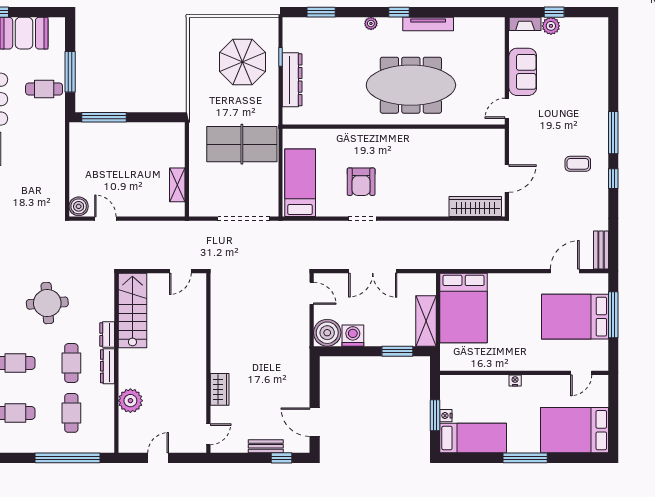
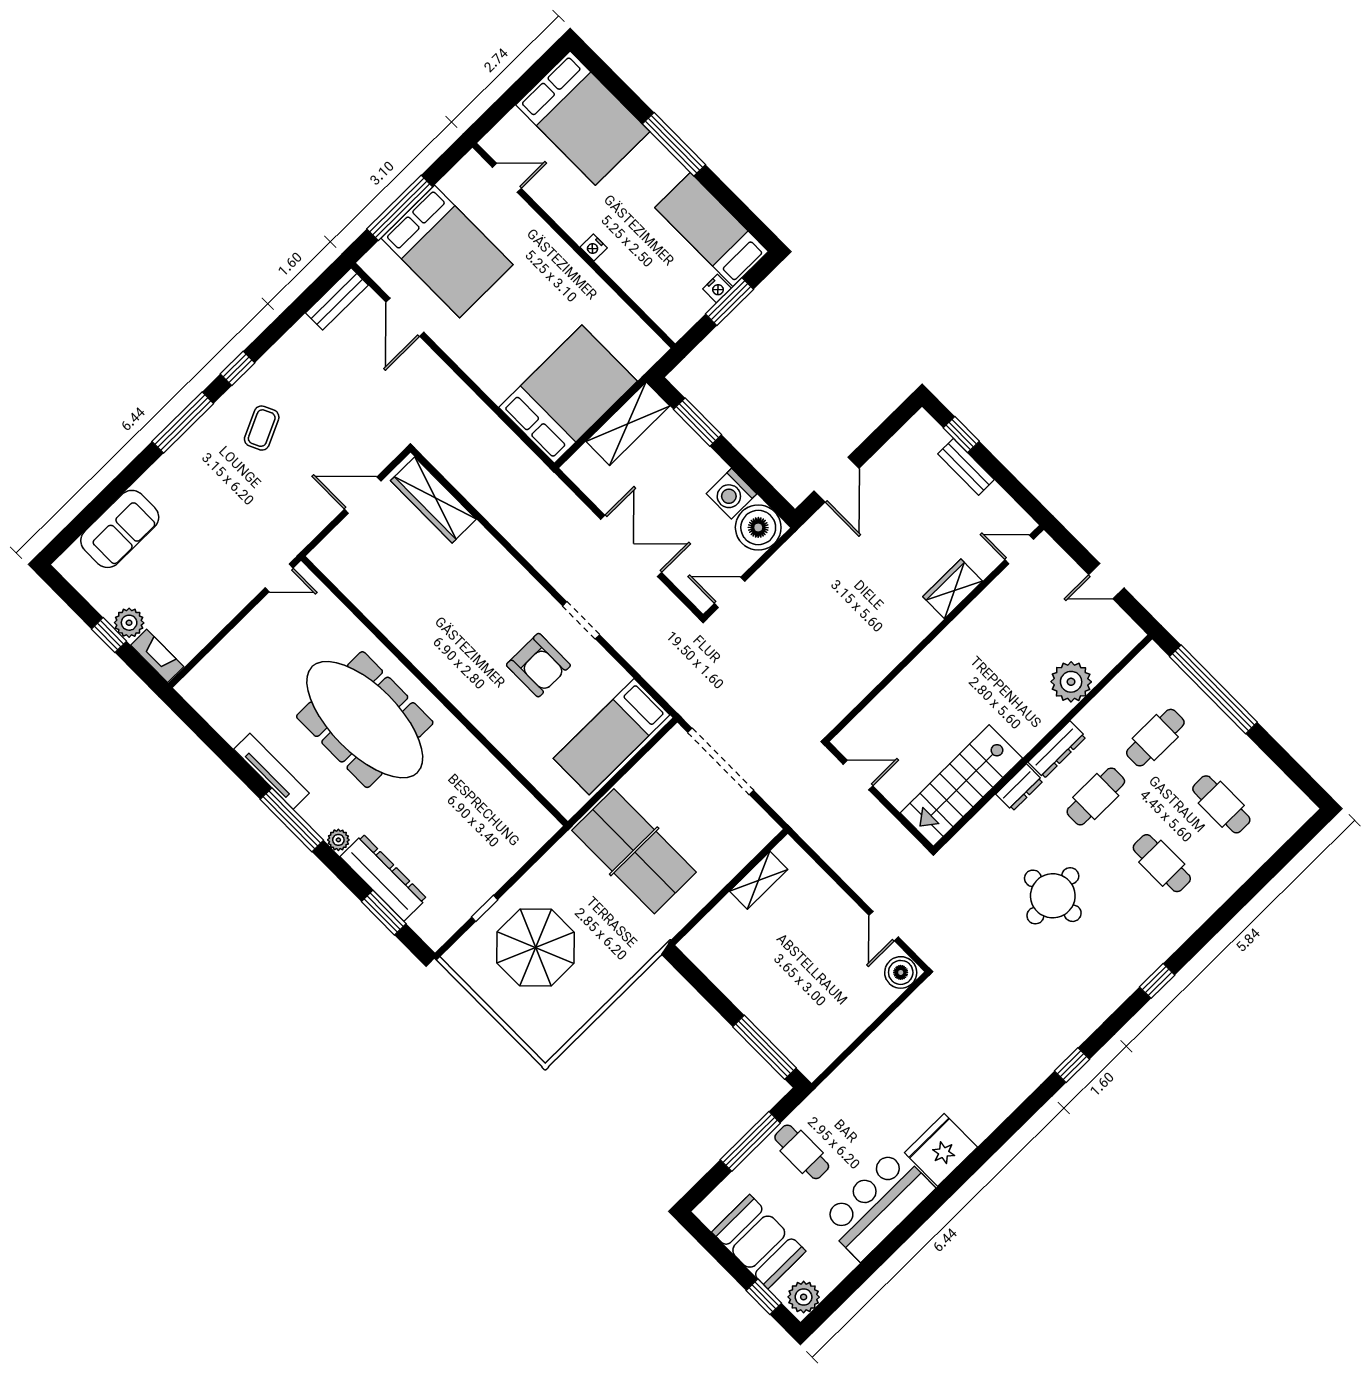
window: (399, 12) -> (292, 820), width x2.17
sofa: (523, 72) -> (120, 529), moved, turned 180
dresser: (292, 80) -> (383, 878), moved, turned 90
coffee table: (578, 164) -> (262, 428), turned 65
armchair: (361, 182) -> (538, 665), turned 90
door: (565, 271) -> (405, 317), hinge flipped
door: (312, 293) -> (730, 592), hinge flipped
door: (315, 422) -> (837, 480), moved

